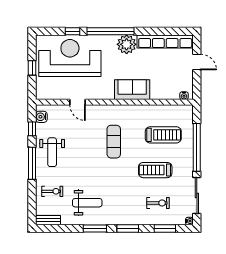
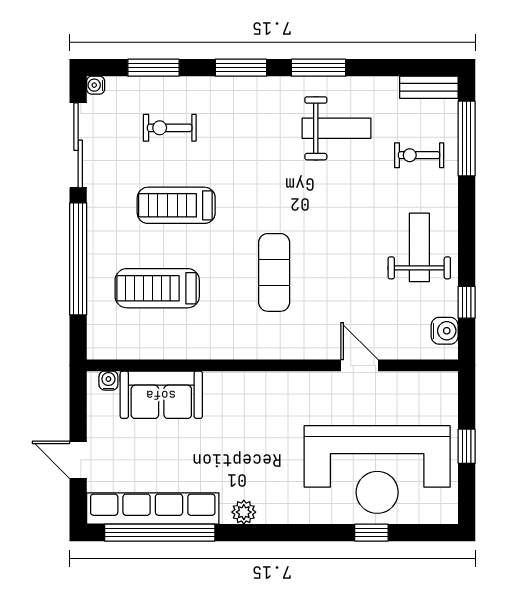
window: (111, 31) -> (160, 533), moved
plant: (127, 44) -> (244, 512), width x0.53, depth x0.53
sofa: (132, 90) -> (161, 395), moved
window: (32, 163) -> (467, 138), moved
treadmill: (155, 170) -> (176, 205), turned 180
weight bench: (87, 203) -> (336, 128), turned 180

